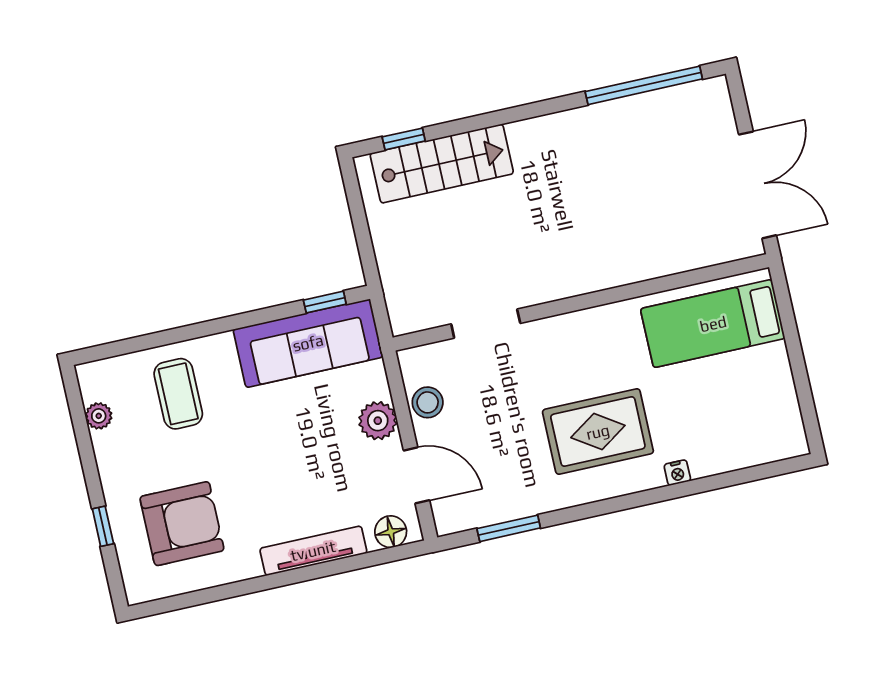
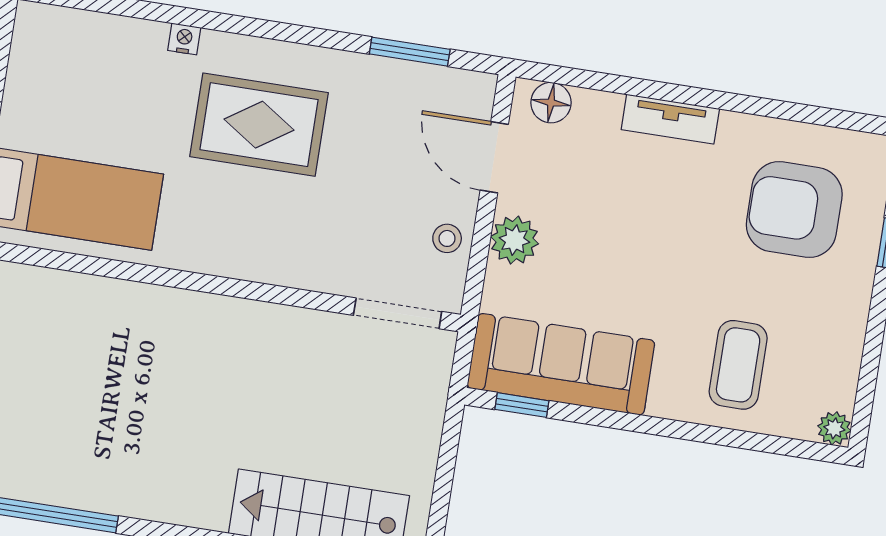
doorway: (486, 324) -> (398, 313), moved
stool: (428, 402) -> (447, 238), width x0.73, depth x0.73
plant: (99, 416) -> (834, 428), moved
tv unit: (313, 551) -> (670, 119), width x0.71

